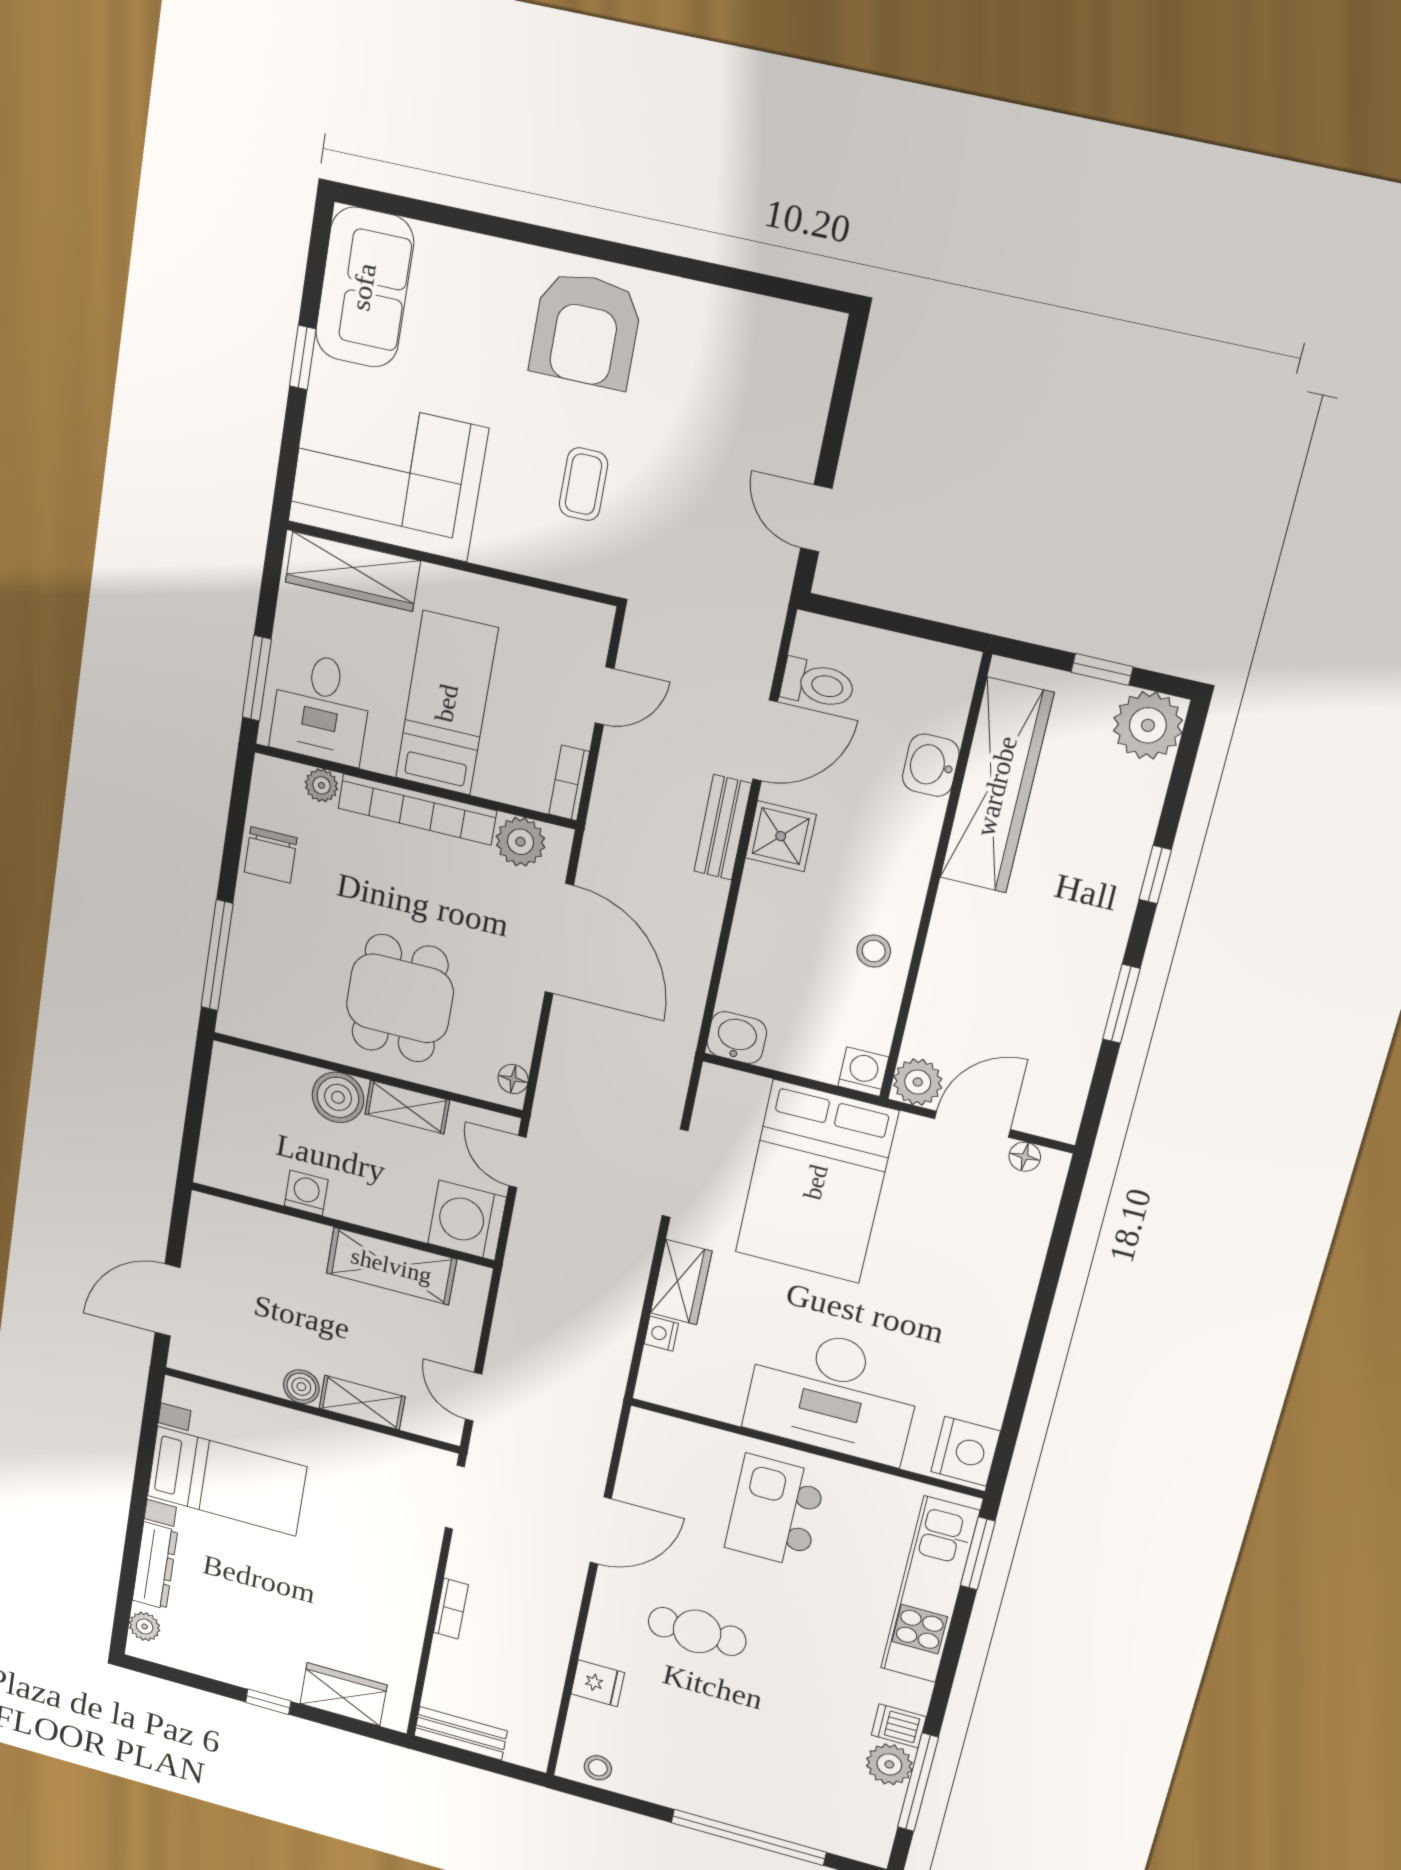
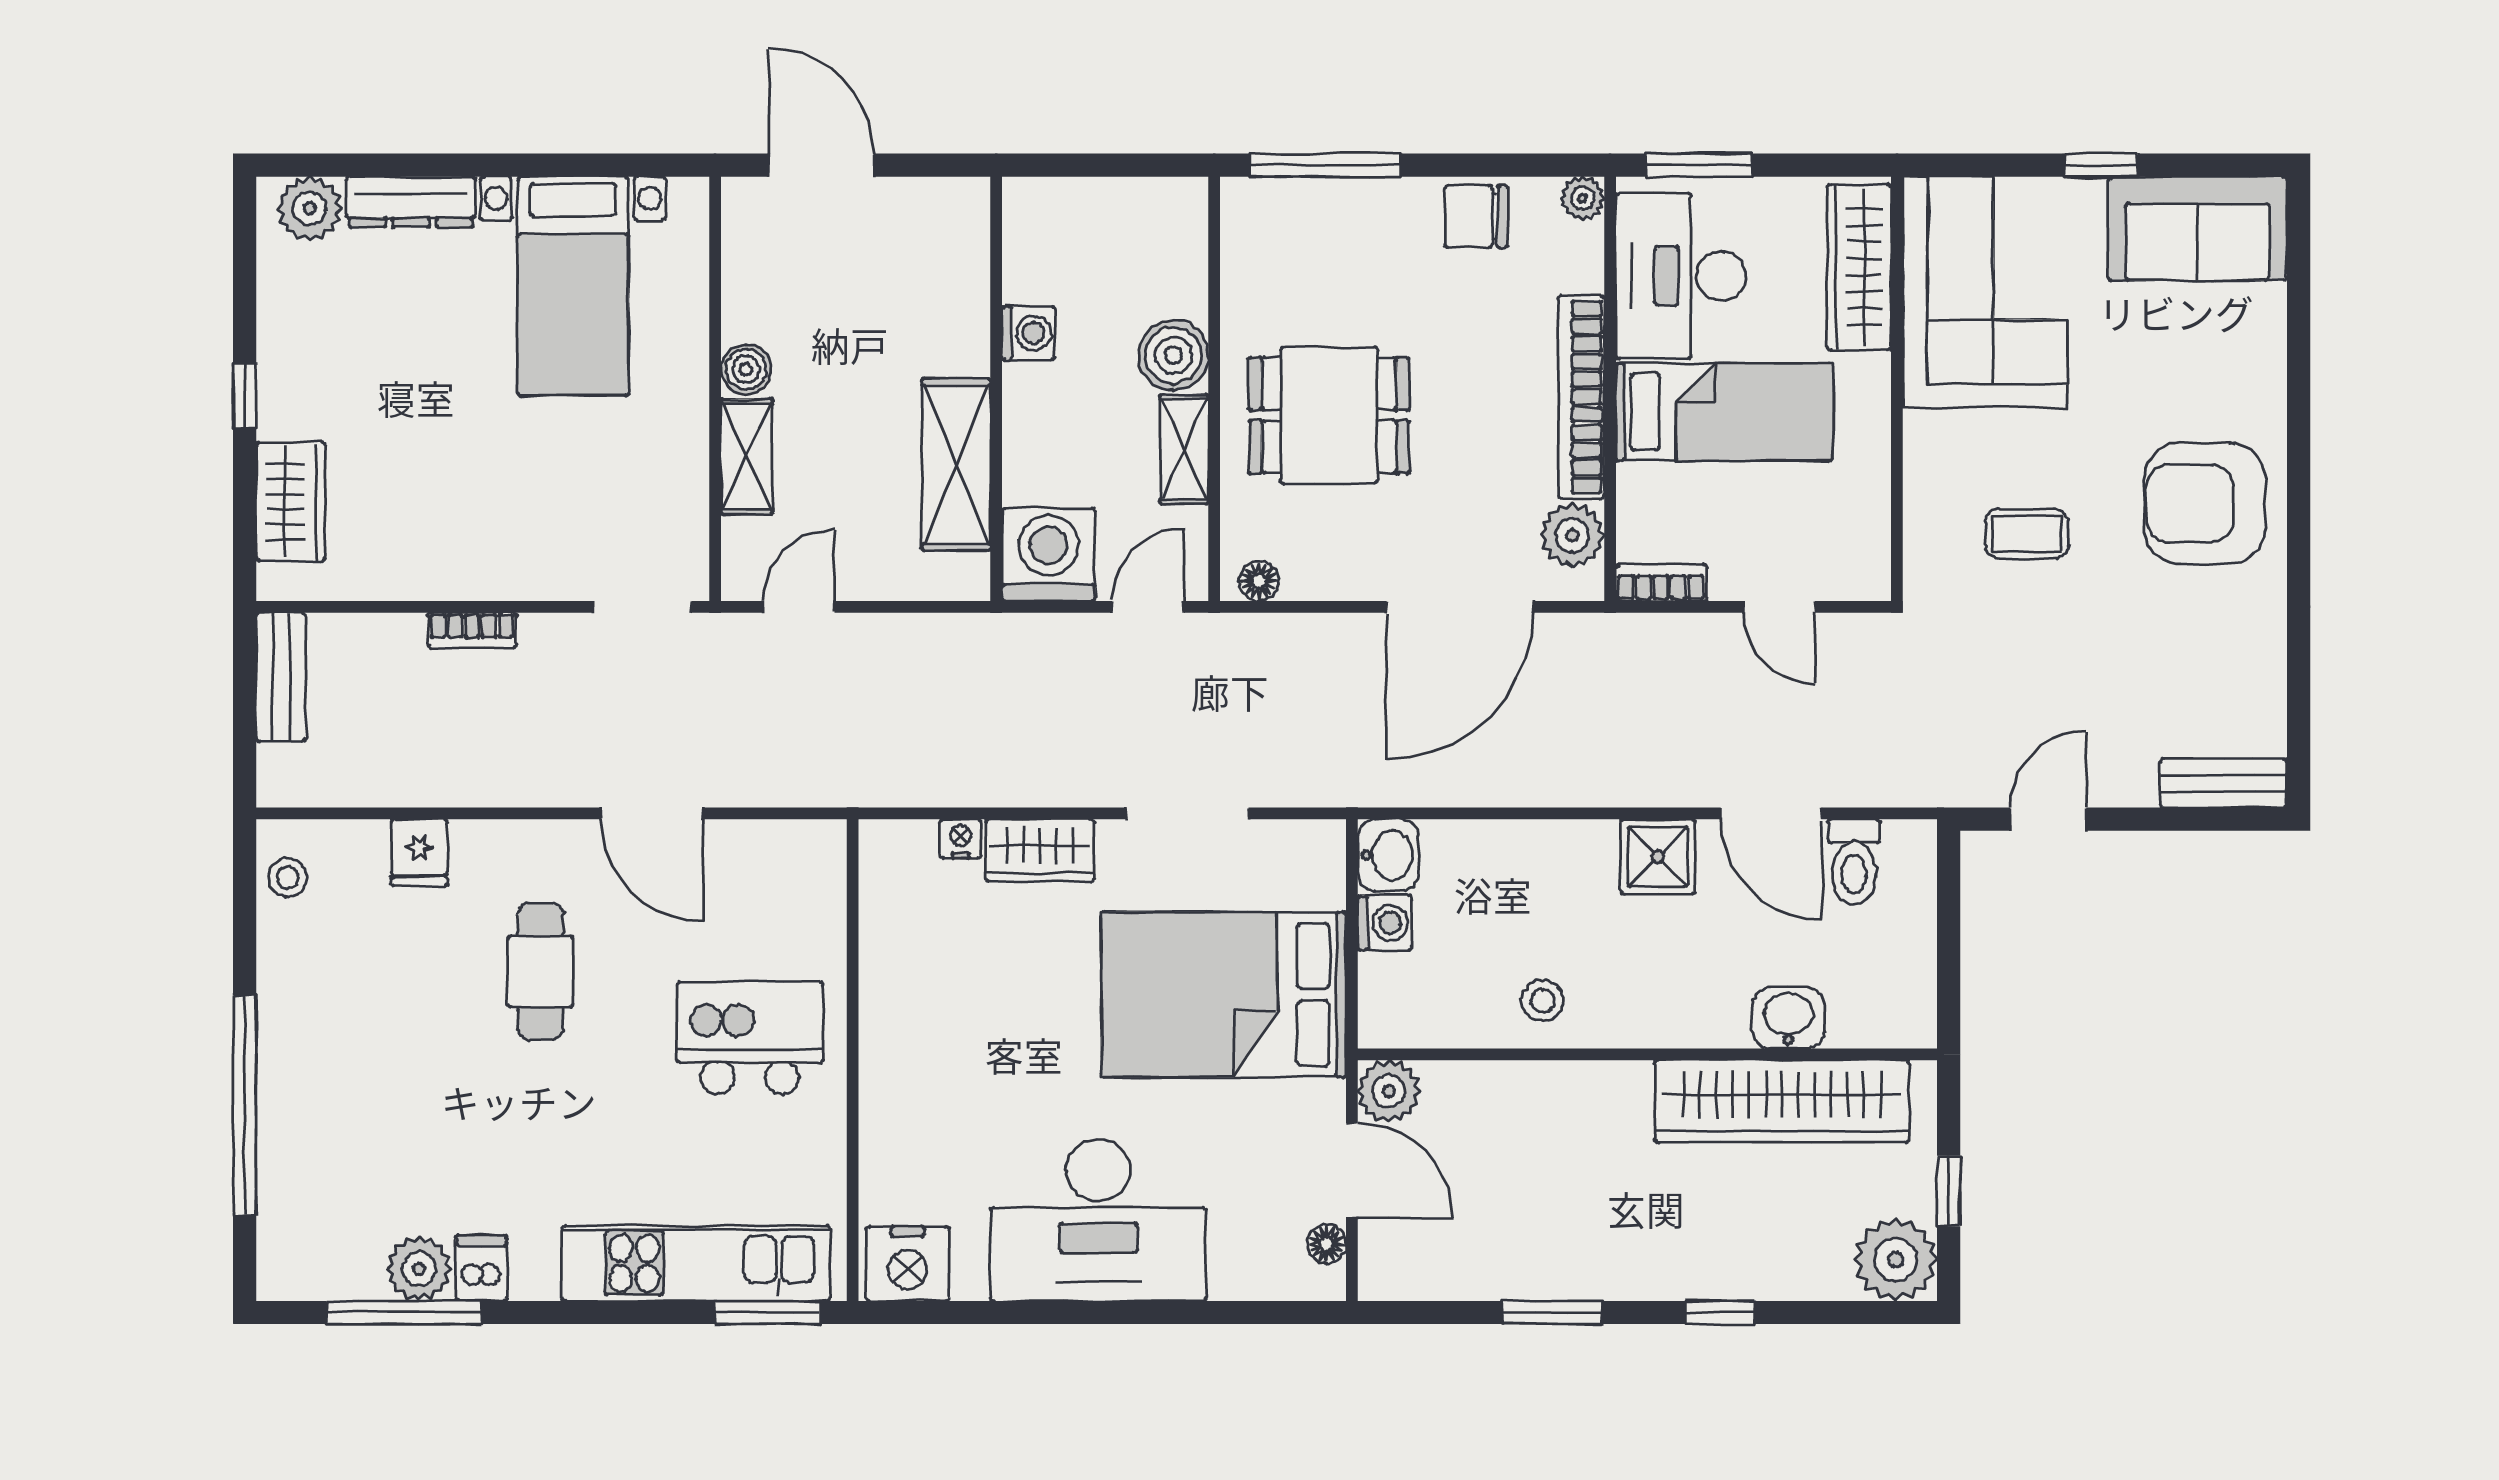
desk: (321, 708) -> (1681, 276), width x1.37
plant: (321, 785) -> (1583, 198), moved
bench: (723, 827) -> (2224, 783), moved
washing machine: (863, 1072) -> (1385, 923), moved
desk: (833, 1394) -> (1098, 1220), moved, turned -90
plant: (145, 1626) -> (310, 208), width x1.38, depth x1.38

